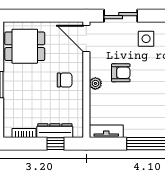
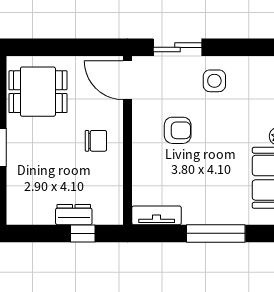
plant: (95, 83) -> (141, 146), removed
dresser: (55, 131) -> (74, 215), width x0.70
bookcase: (24, 133) -> (37, 218), removed

